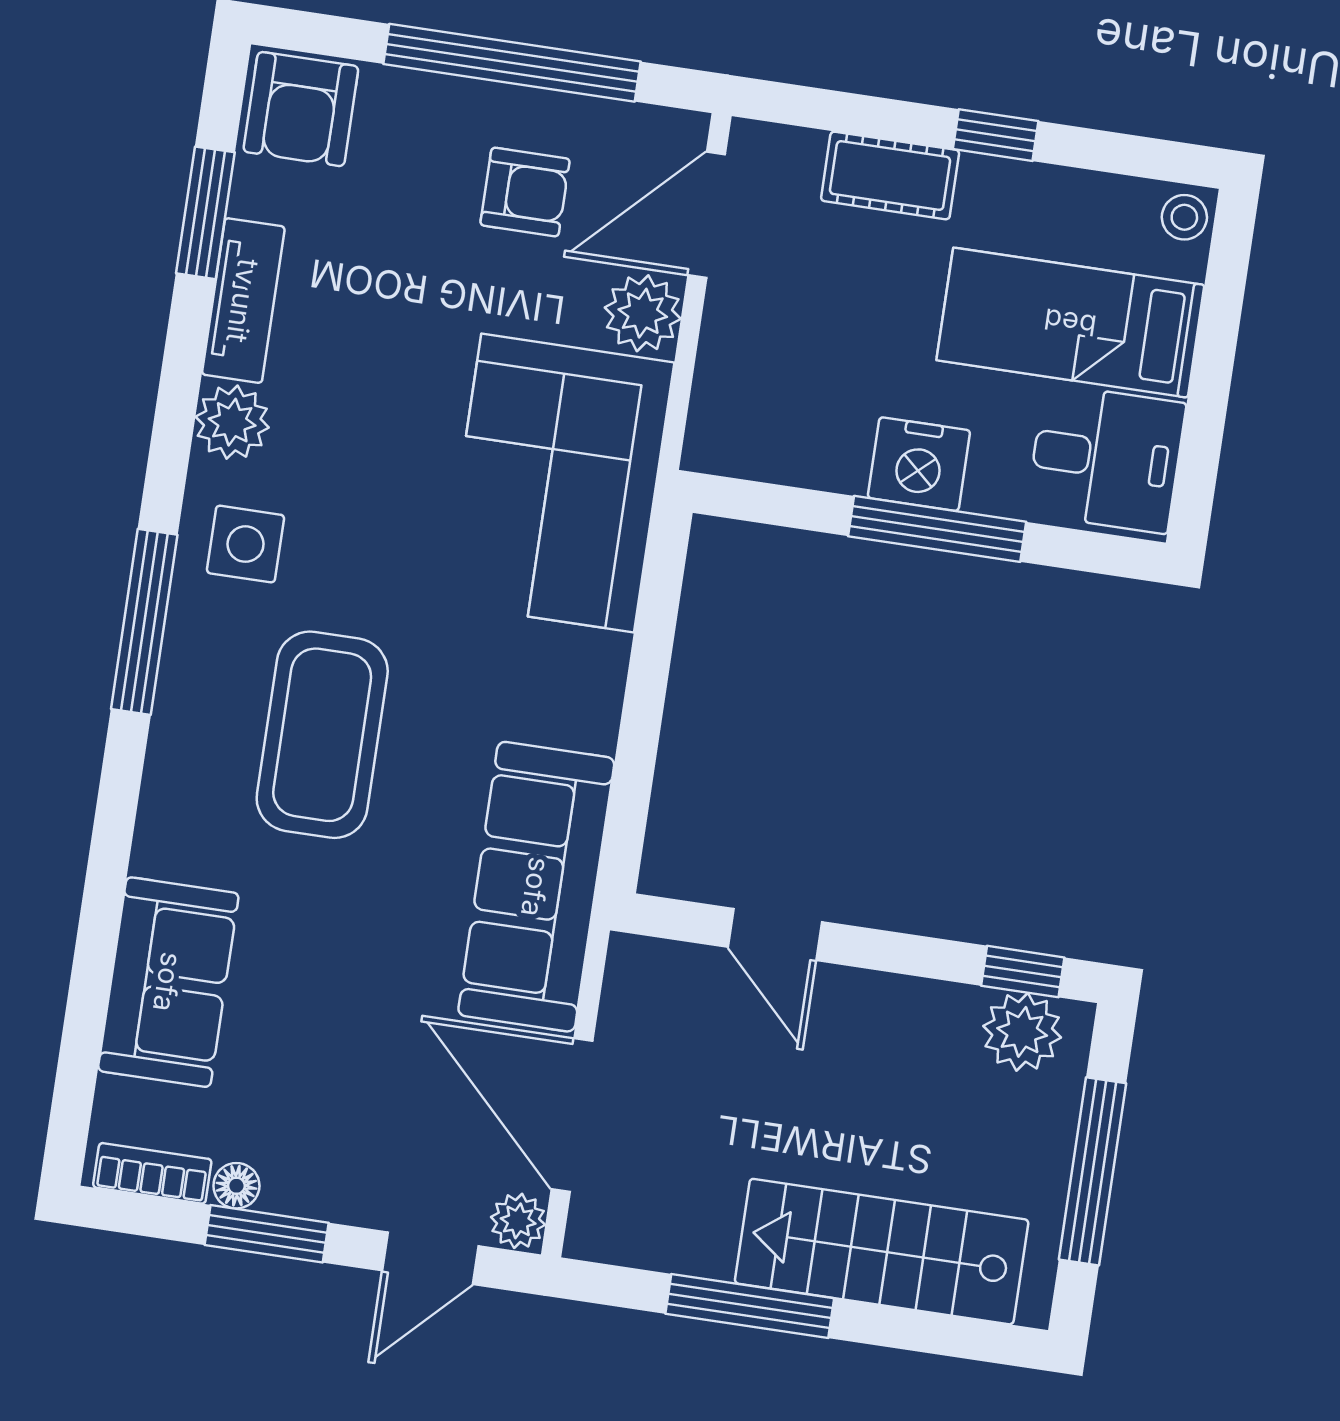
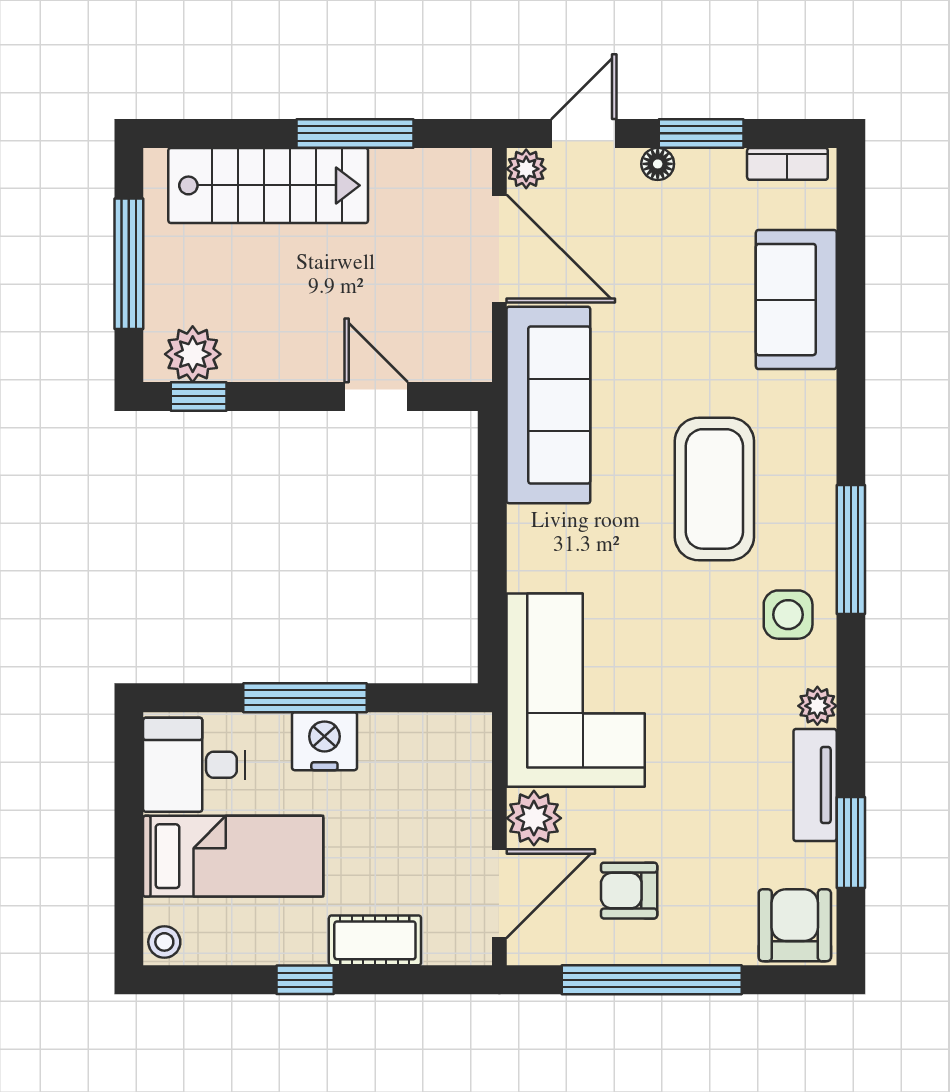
plant: (232, 422) -> (817, 706), width x0.73, depth x0.73
floor lamp: (236, 1186) -> (658, 164), moved

